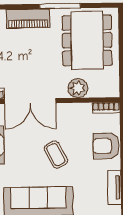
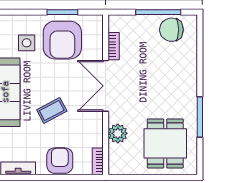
piano: (28, 19) -> (188, 85), removed
dining table: (87, 40) -> (165, 143), width x0.73

